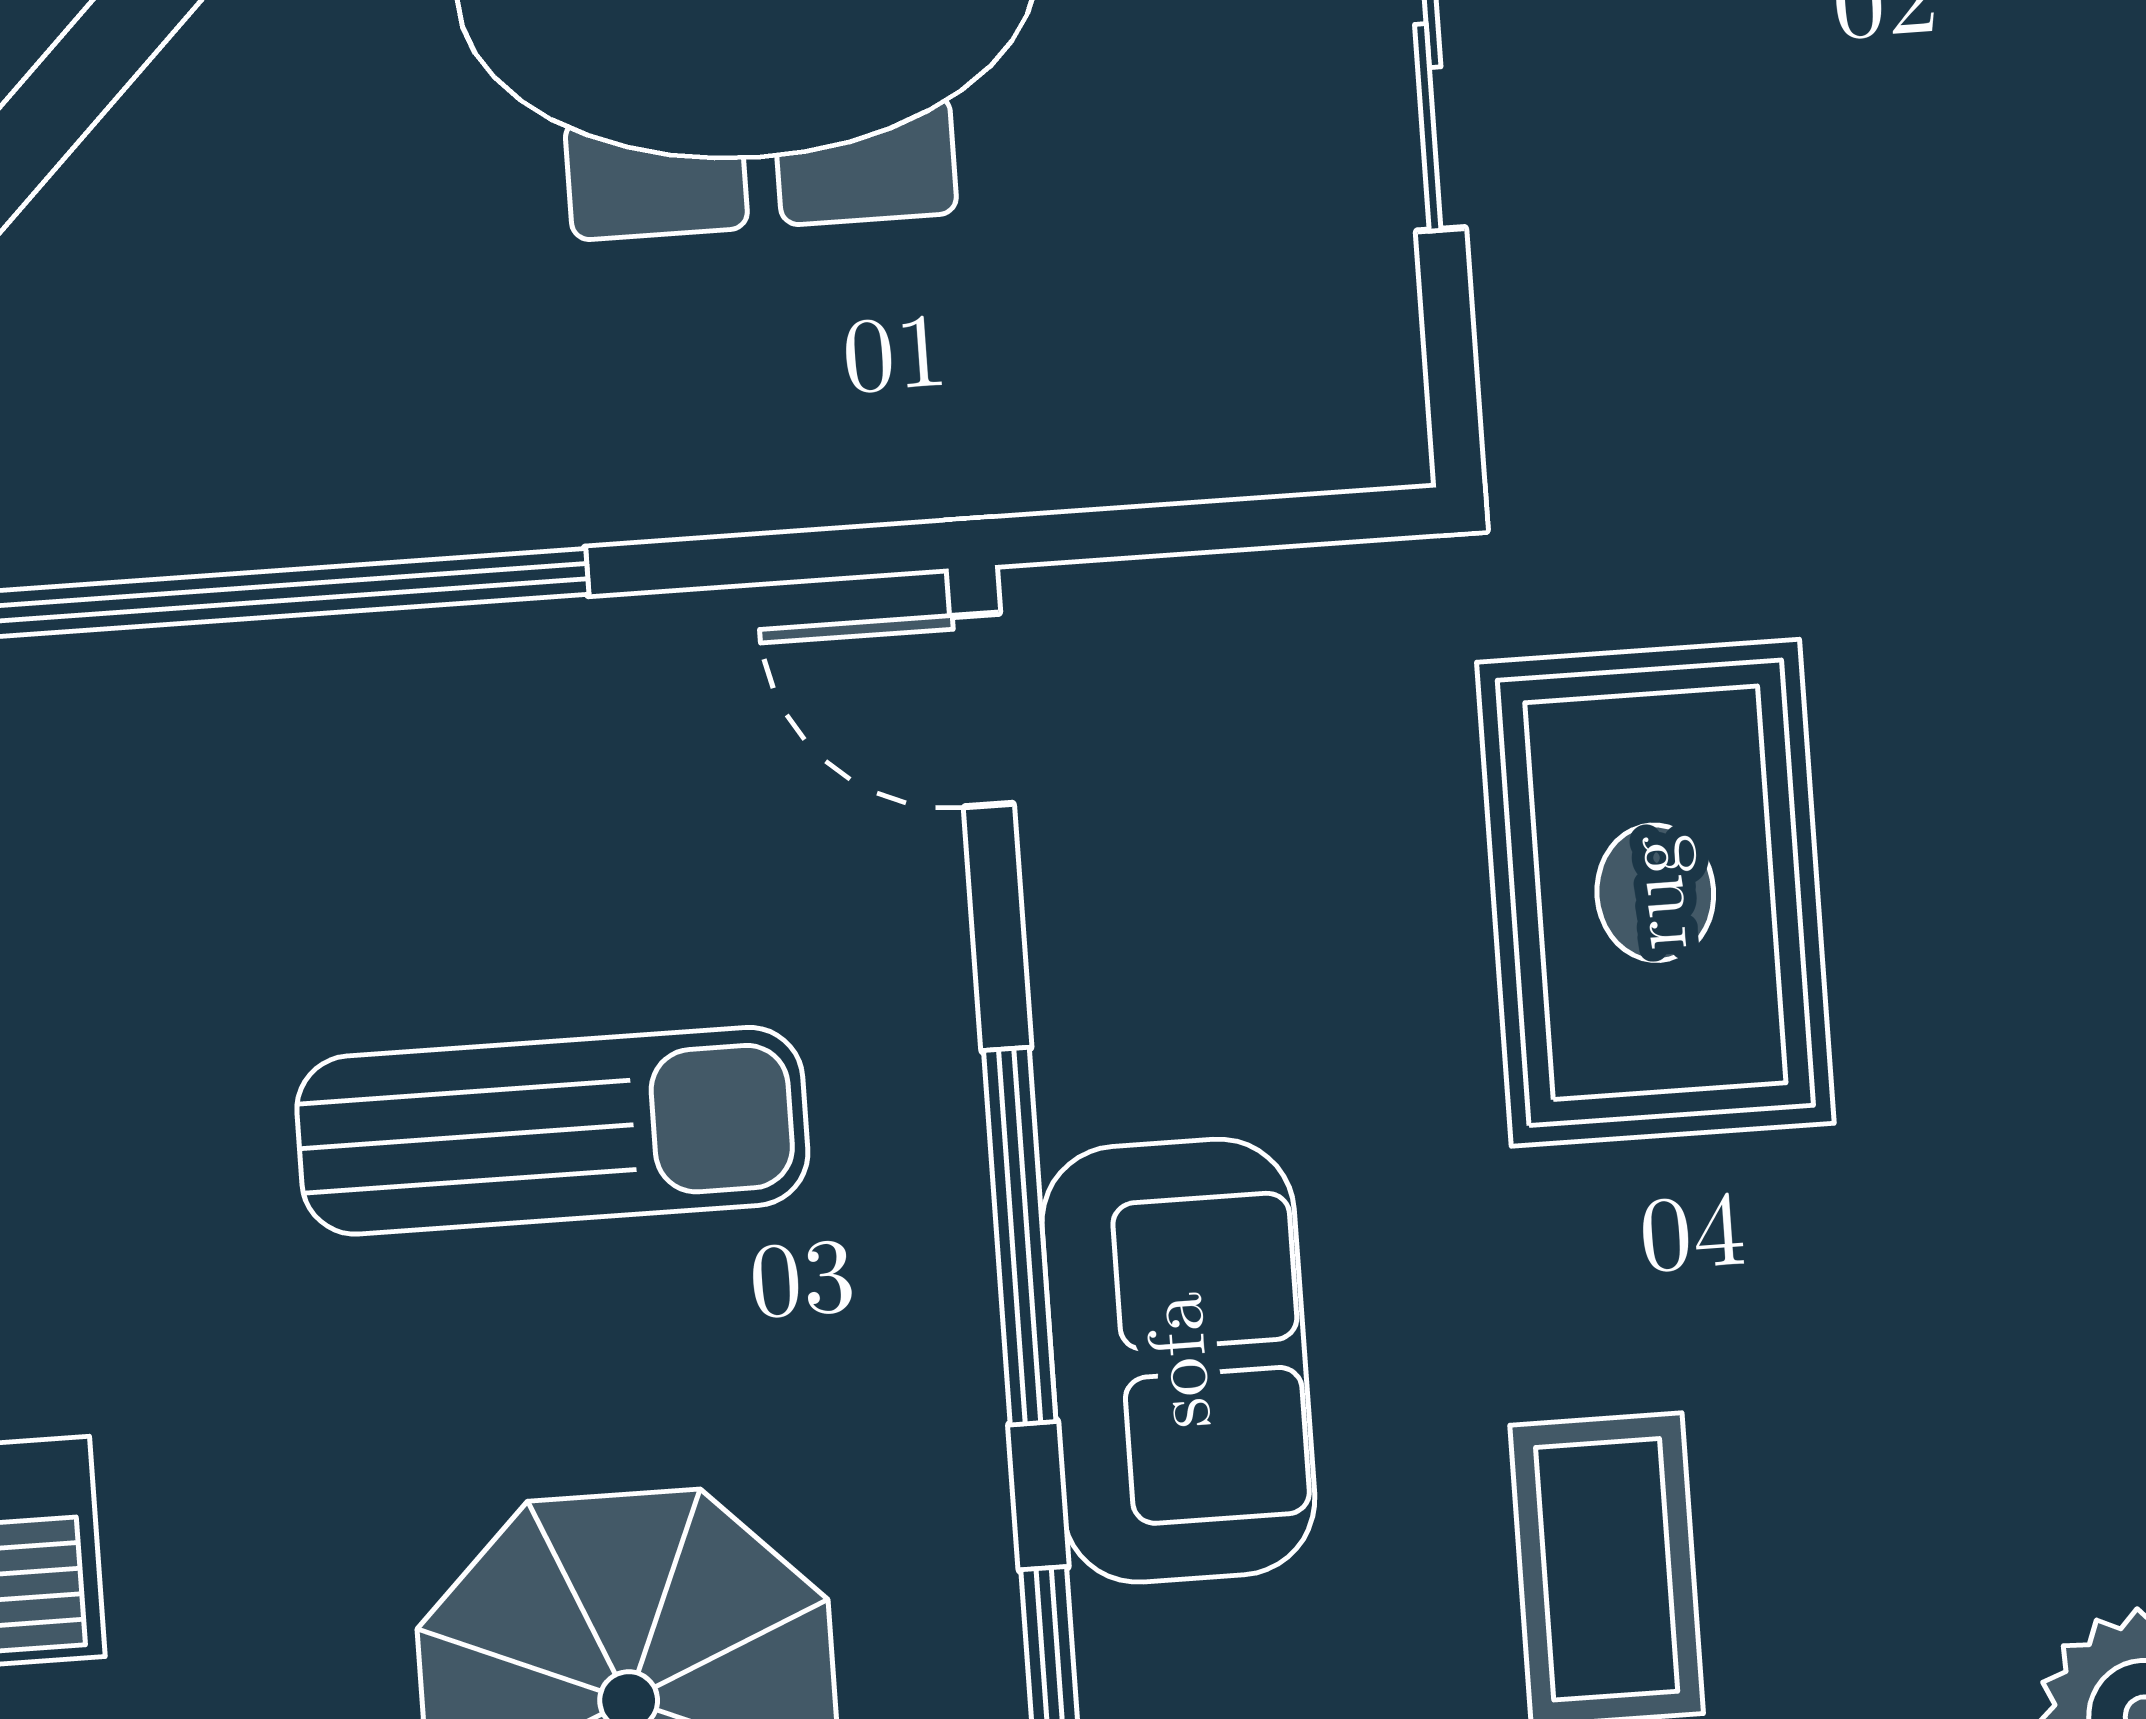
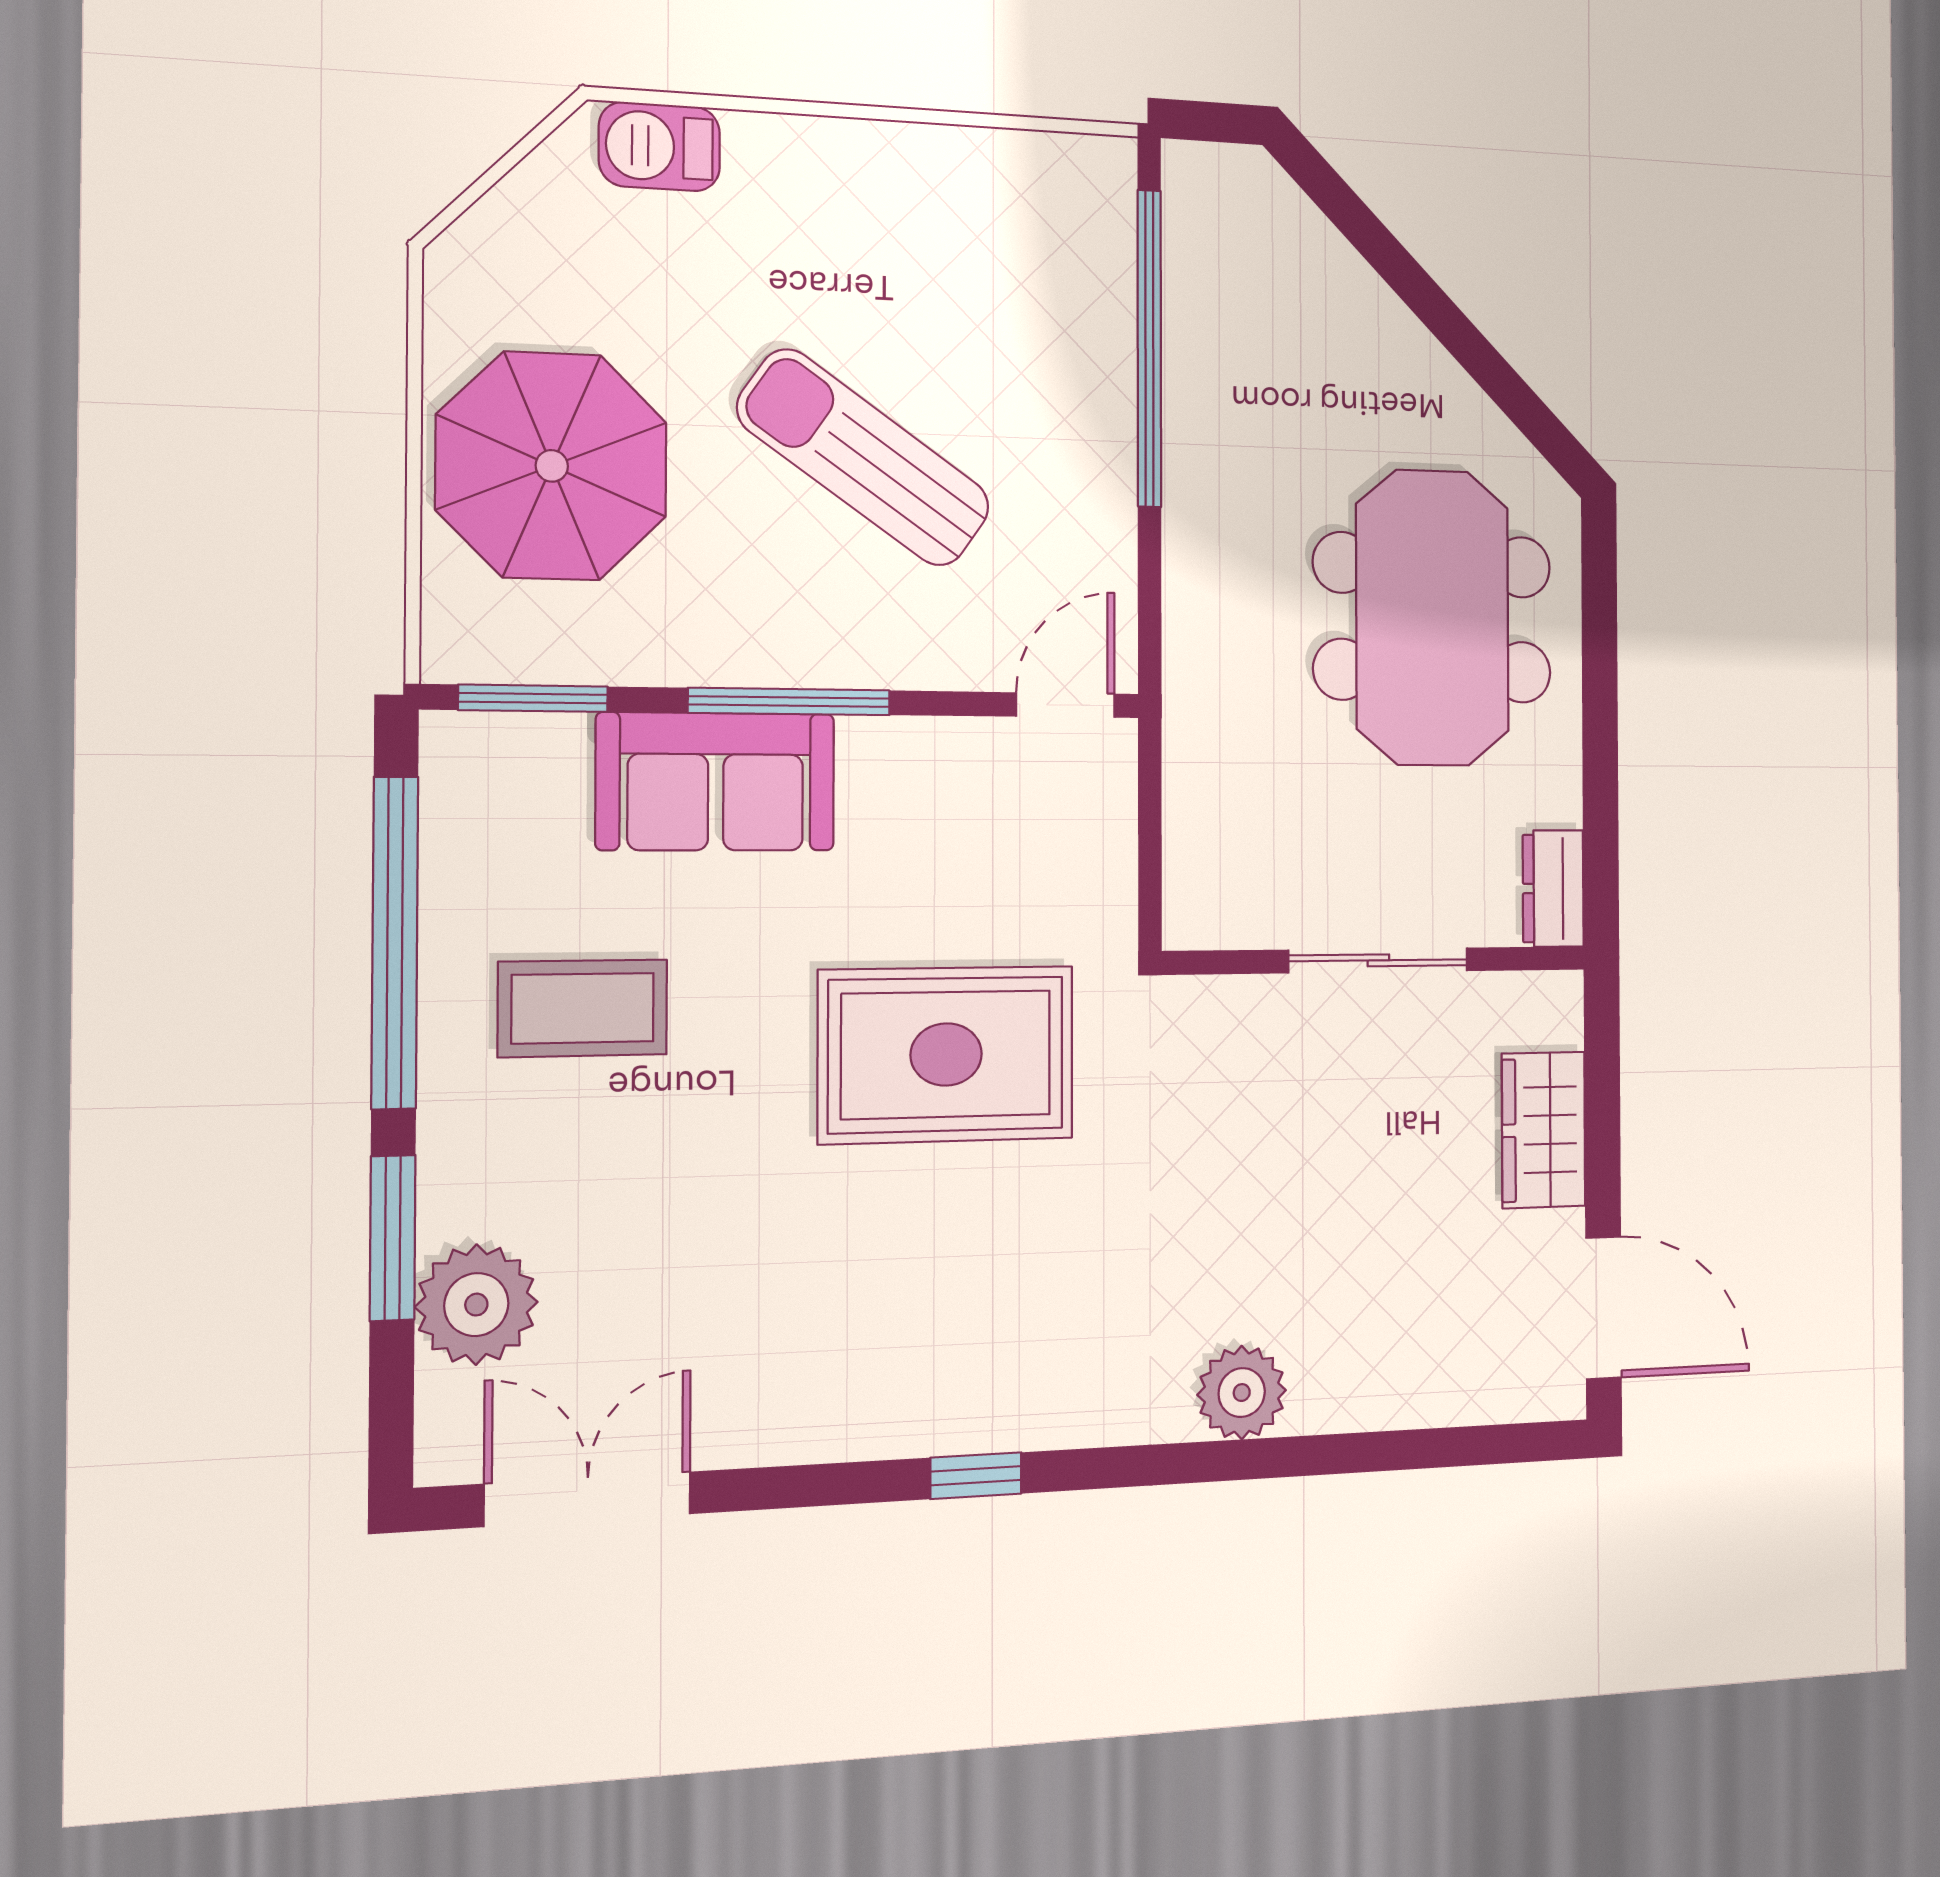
sun lounger: (552, 1131) -> (864, 458), turned 125

